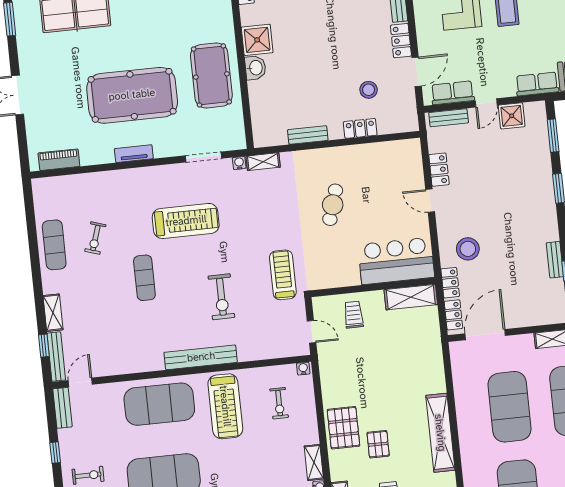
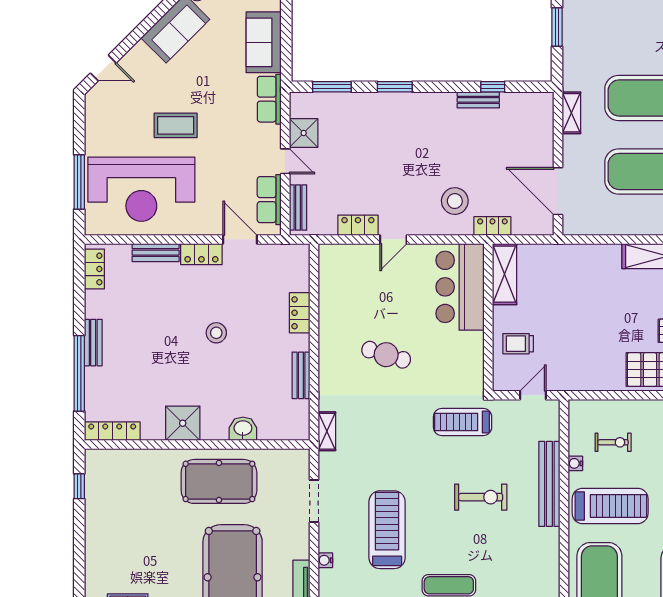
washbasin: (255, 68) -> (243, 429), moved
stool: (369, 90) -> (216, 333), moved
water cooler: (239, 163) -> (325, 560), moved
locker: (453, 315) -> (531, 226), removed
bench: (201, 357) -> (549, 484), moved
water cooler: (303, 369) -> (575, 463), moved

